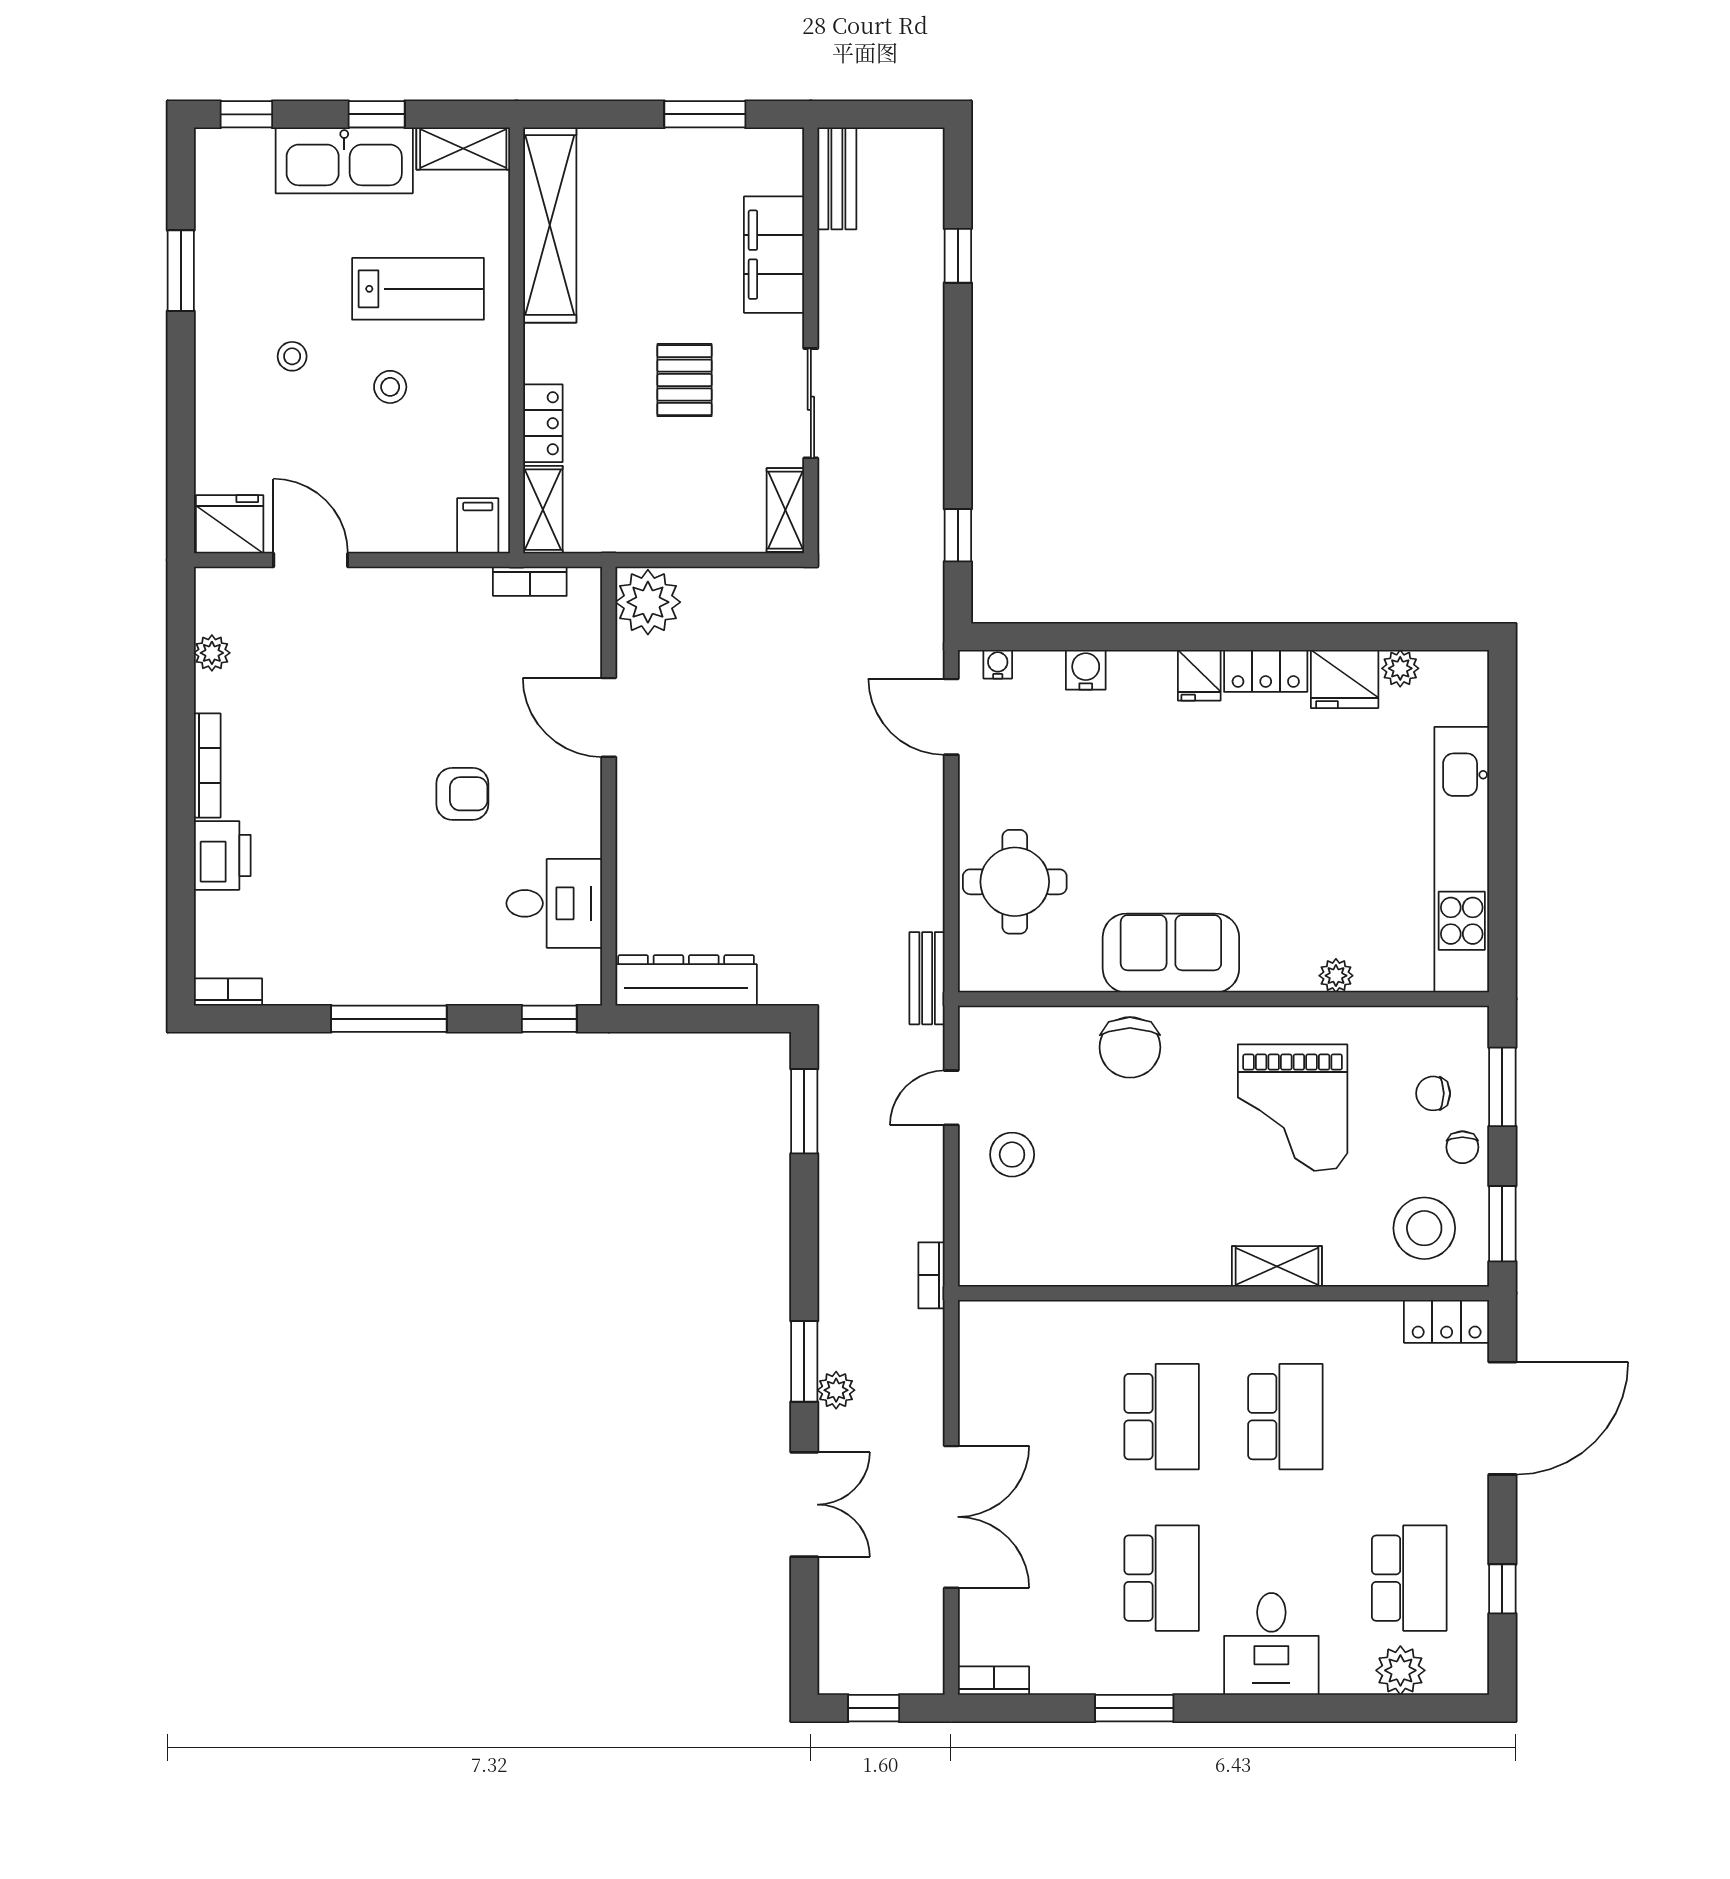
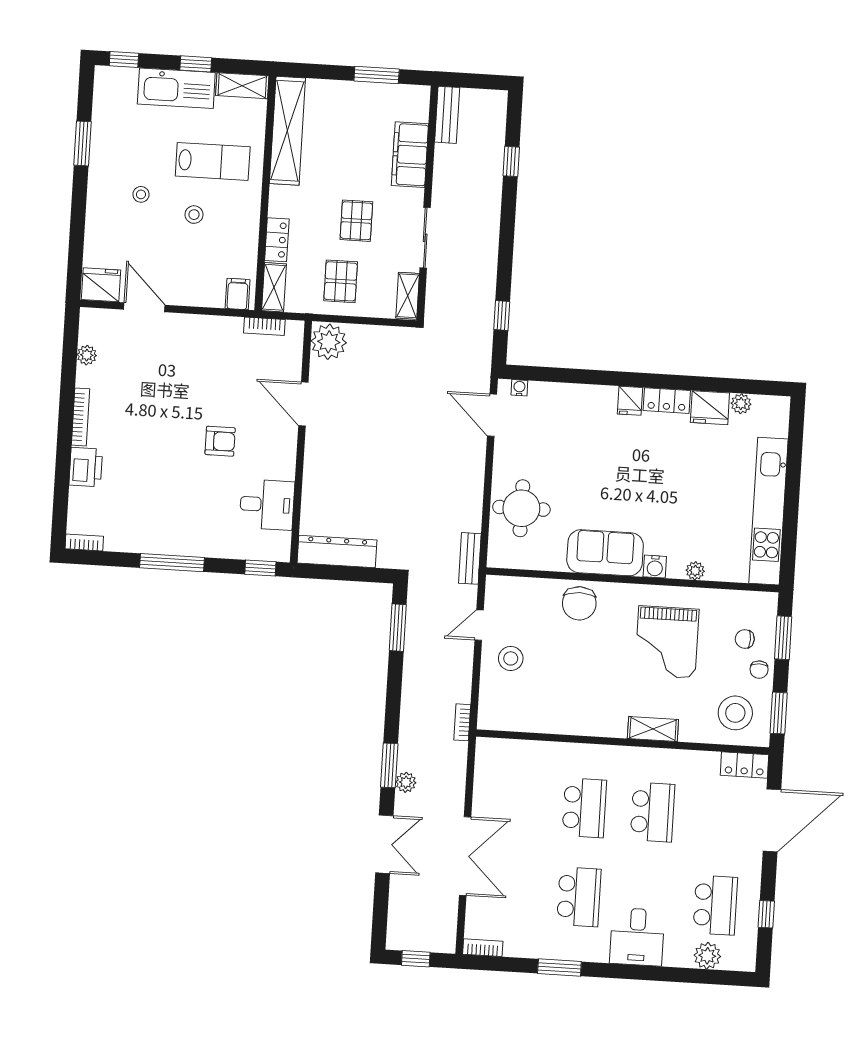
pallet: (663, 491) -> (341, 281), added
water cooler: (1086, 670) -> (655, 567), moved, turned 180

